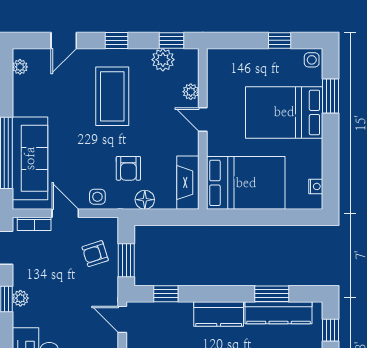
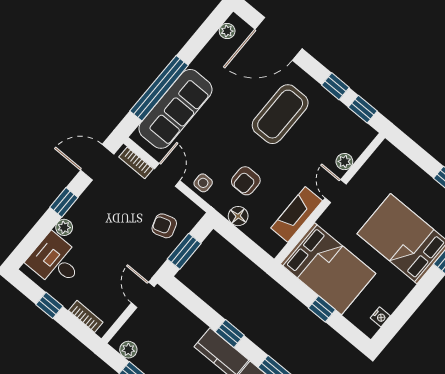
door: (64, 40) -> (278, 39), width x1.87
window: (116, 40) -> (335, 86), moved
plant: (163, 60) -> (343, 118), removed
fireplace: (188, 183) -> (297, 214), moved
window: (267, 217) -> (322, 309), added
window: (166, 294) -> (230, 334), moved
plant: (20, 298) -> (64, 227), moved

